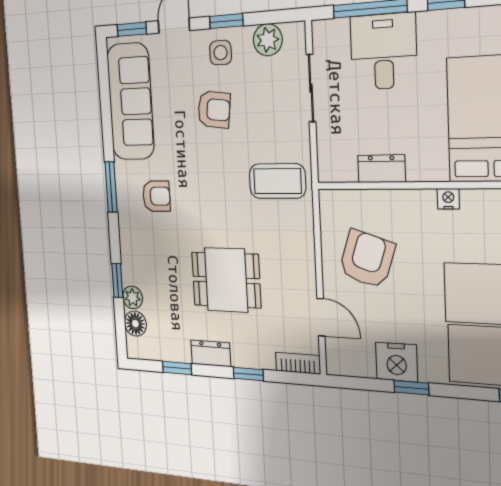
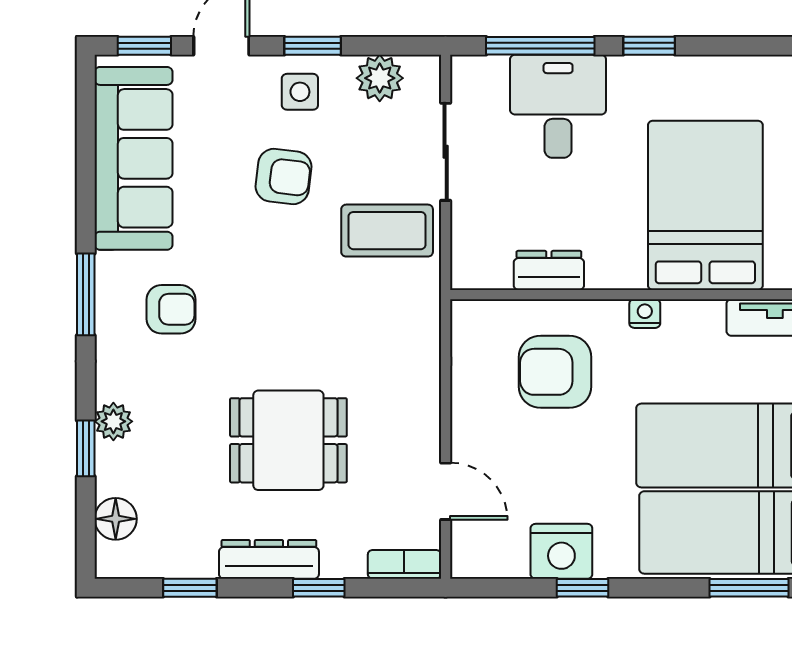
coffee table: (277, 181) -> (387, 231), moved
armchair: (367, 259) -> (555, 372), moved, turned -108
plant: (133, 297) -> (113, 421), moved
dresser: (211, 353) -> (269, 559), width x1.44

